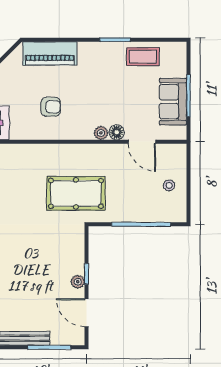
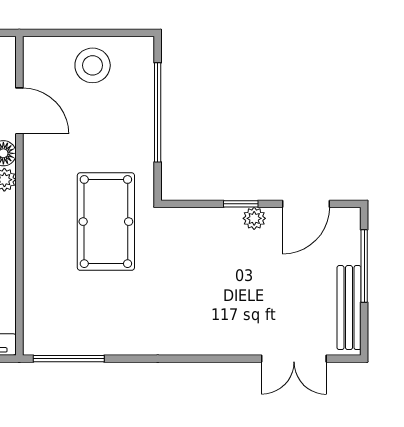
door: (142, 142) -> (19, 111), hinge flipped
stool: (169, 185) -> (93, 65), width x1.89, depth x1.89

